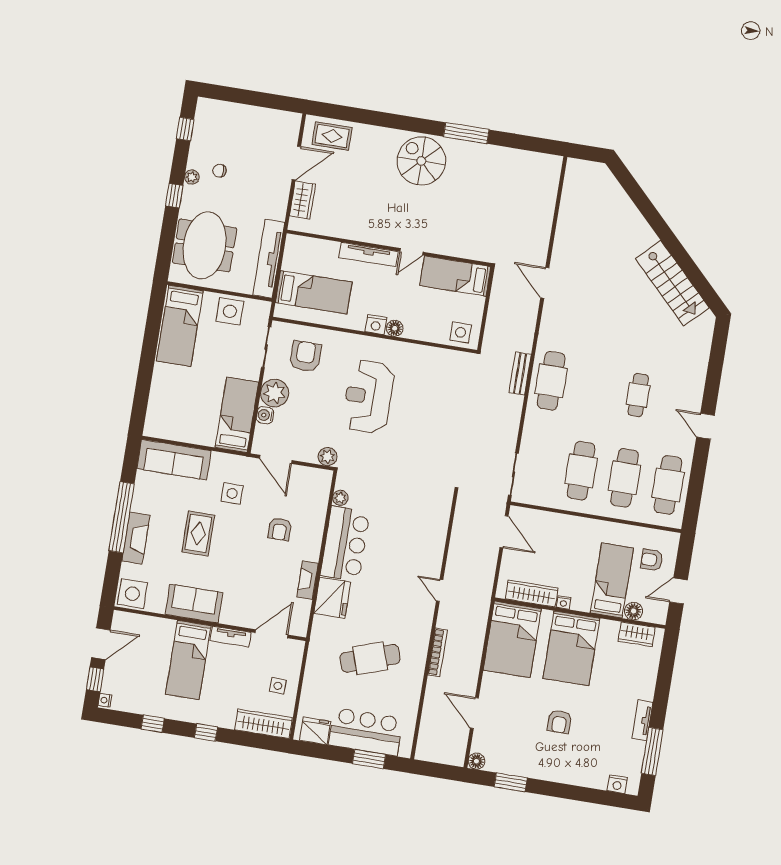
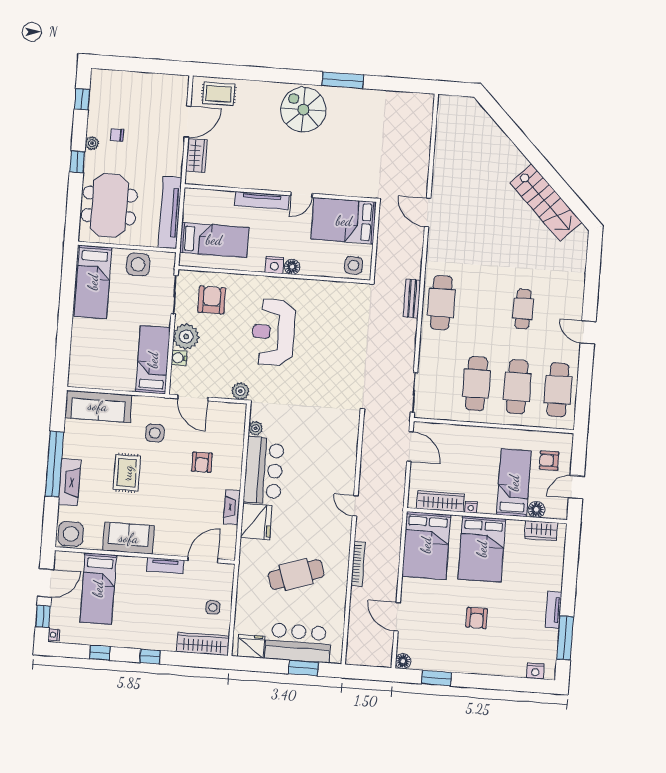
bed: (455, 276) -> (344, 221), width x1.50
bed: (188, 660) -> (98, 589), moved

